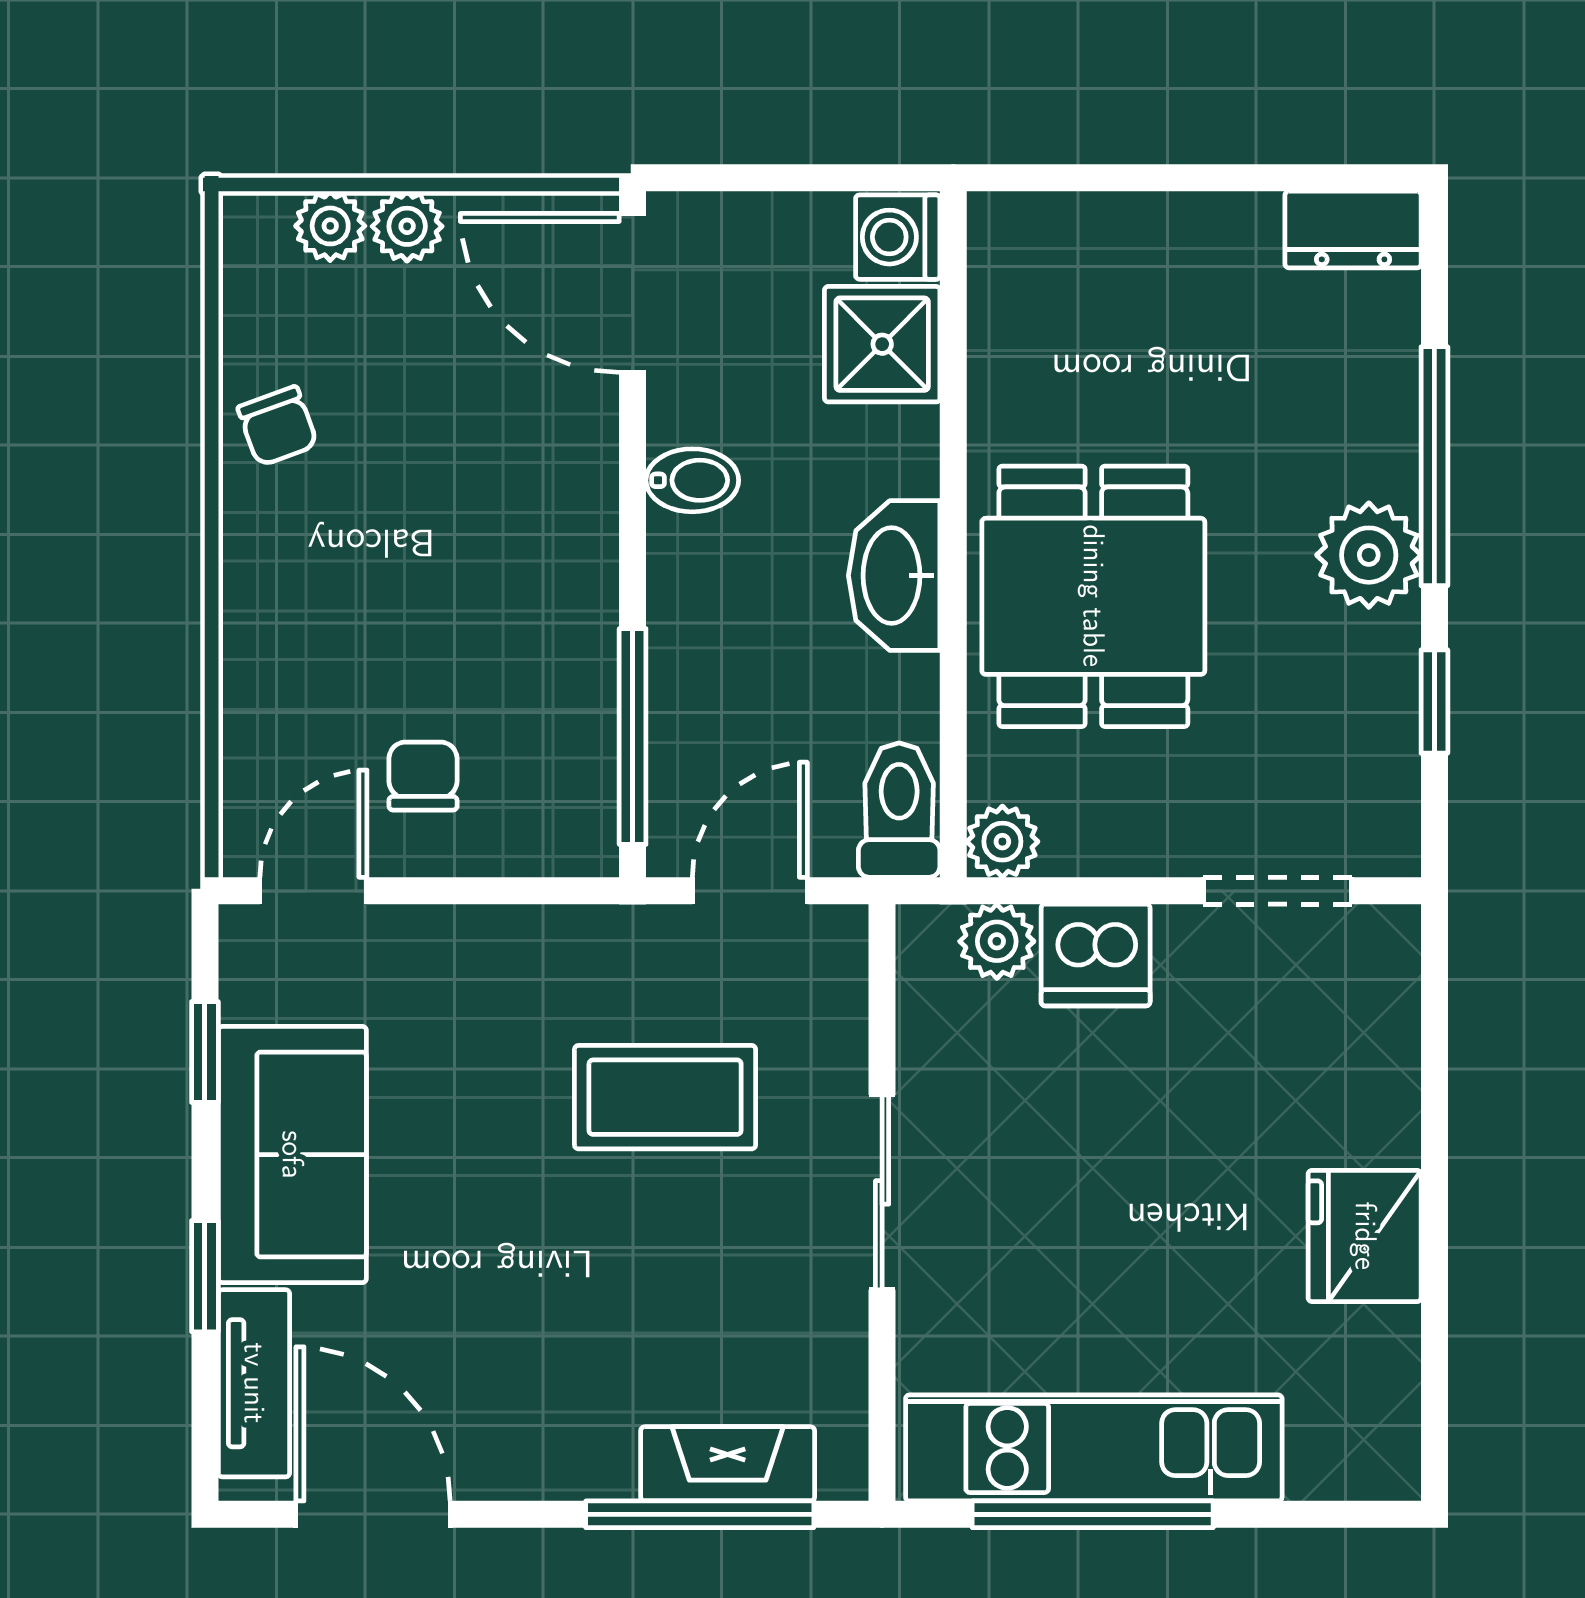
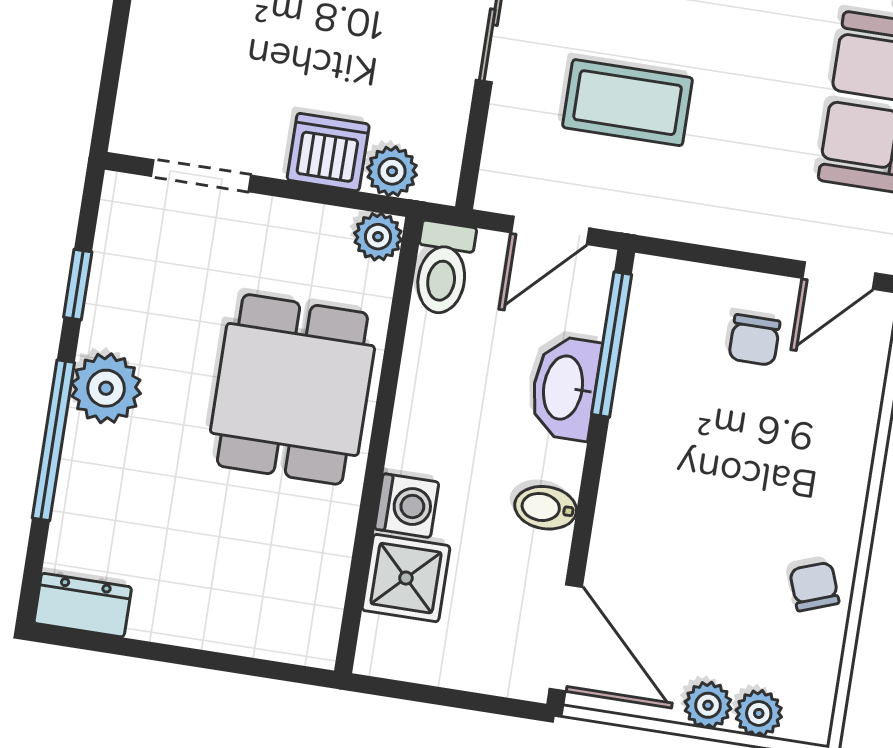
washing machine: (898, 237) -> (407, 506), moved
washbasin: (894, 576) -> (565, 388), moved, turned 180

